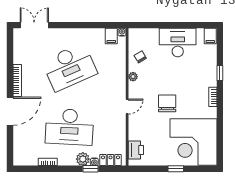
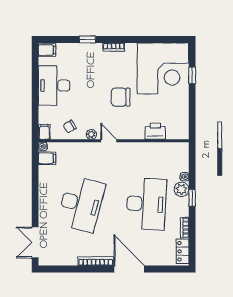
filing cabinet: (135, 34) -> (44, 132), added
desk: (69, 67) -> (81, 204), turned 39
door: (127, 107) -> (109, 141), moved
printer: (136, 150) -> (155, 131), moved
locker: (110, 160) -> (183, 251), moved
window: (91, 169) -> (192, 198), moved
window: (176, 169) -> (192, 75), moved

